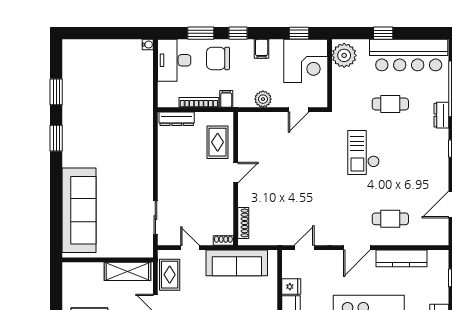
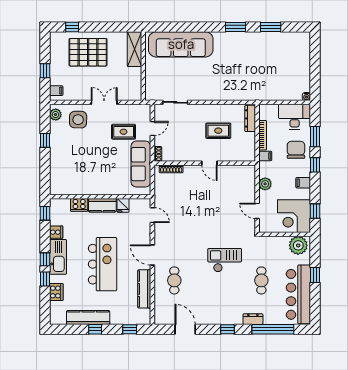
rug: (218, 142) -> (218, 131), moved
shelving: (127, 271) -> (134, 49), moved
rug: (170, 275) -> (124, 132), moved

